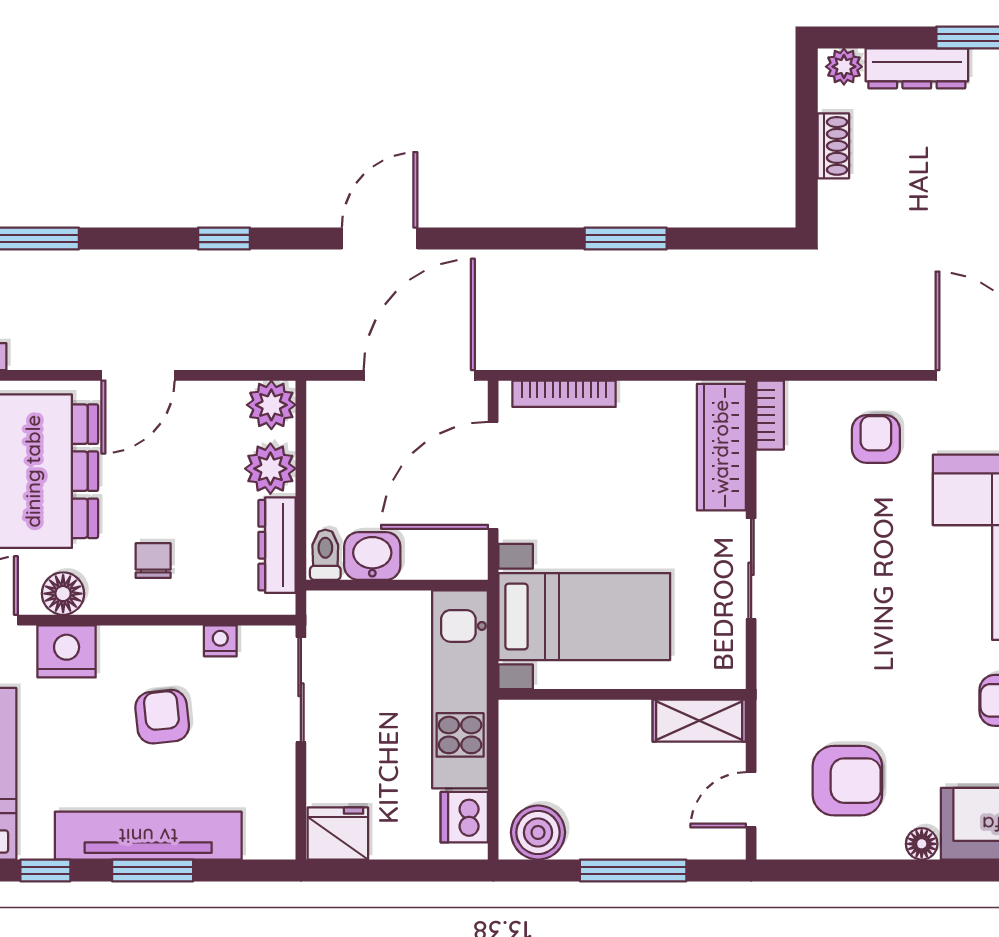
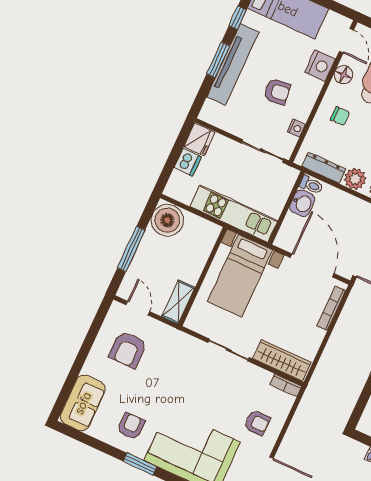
dishwasher: (464, 817) -> (188, 162), moved, turned 90
boiler: (538, 832) -> (167, 220), width x1.37, depth x1.37
floor lamp: (922, 844) -> (90, 367), removed

